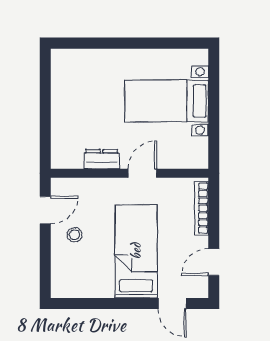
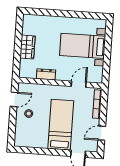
wardrobe: (64, 110) -> (27, 47), added
door: (142, 173) -> (79, 84), moved

